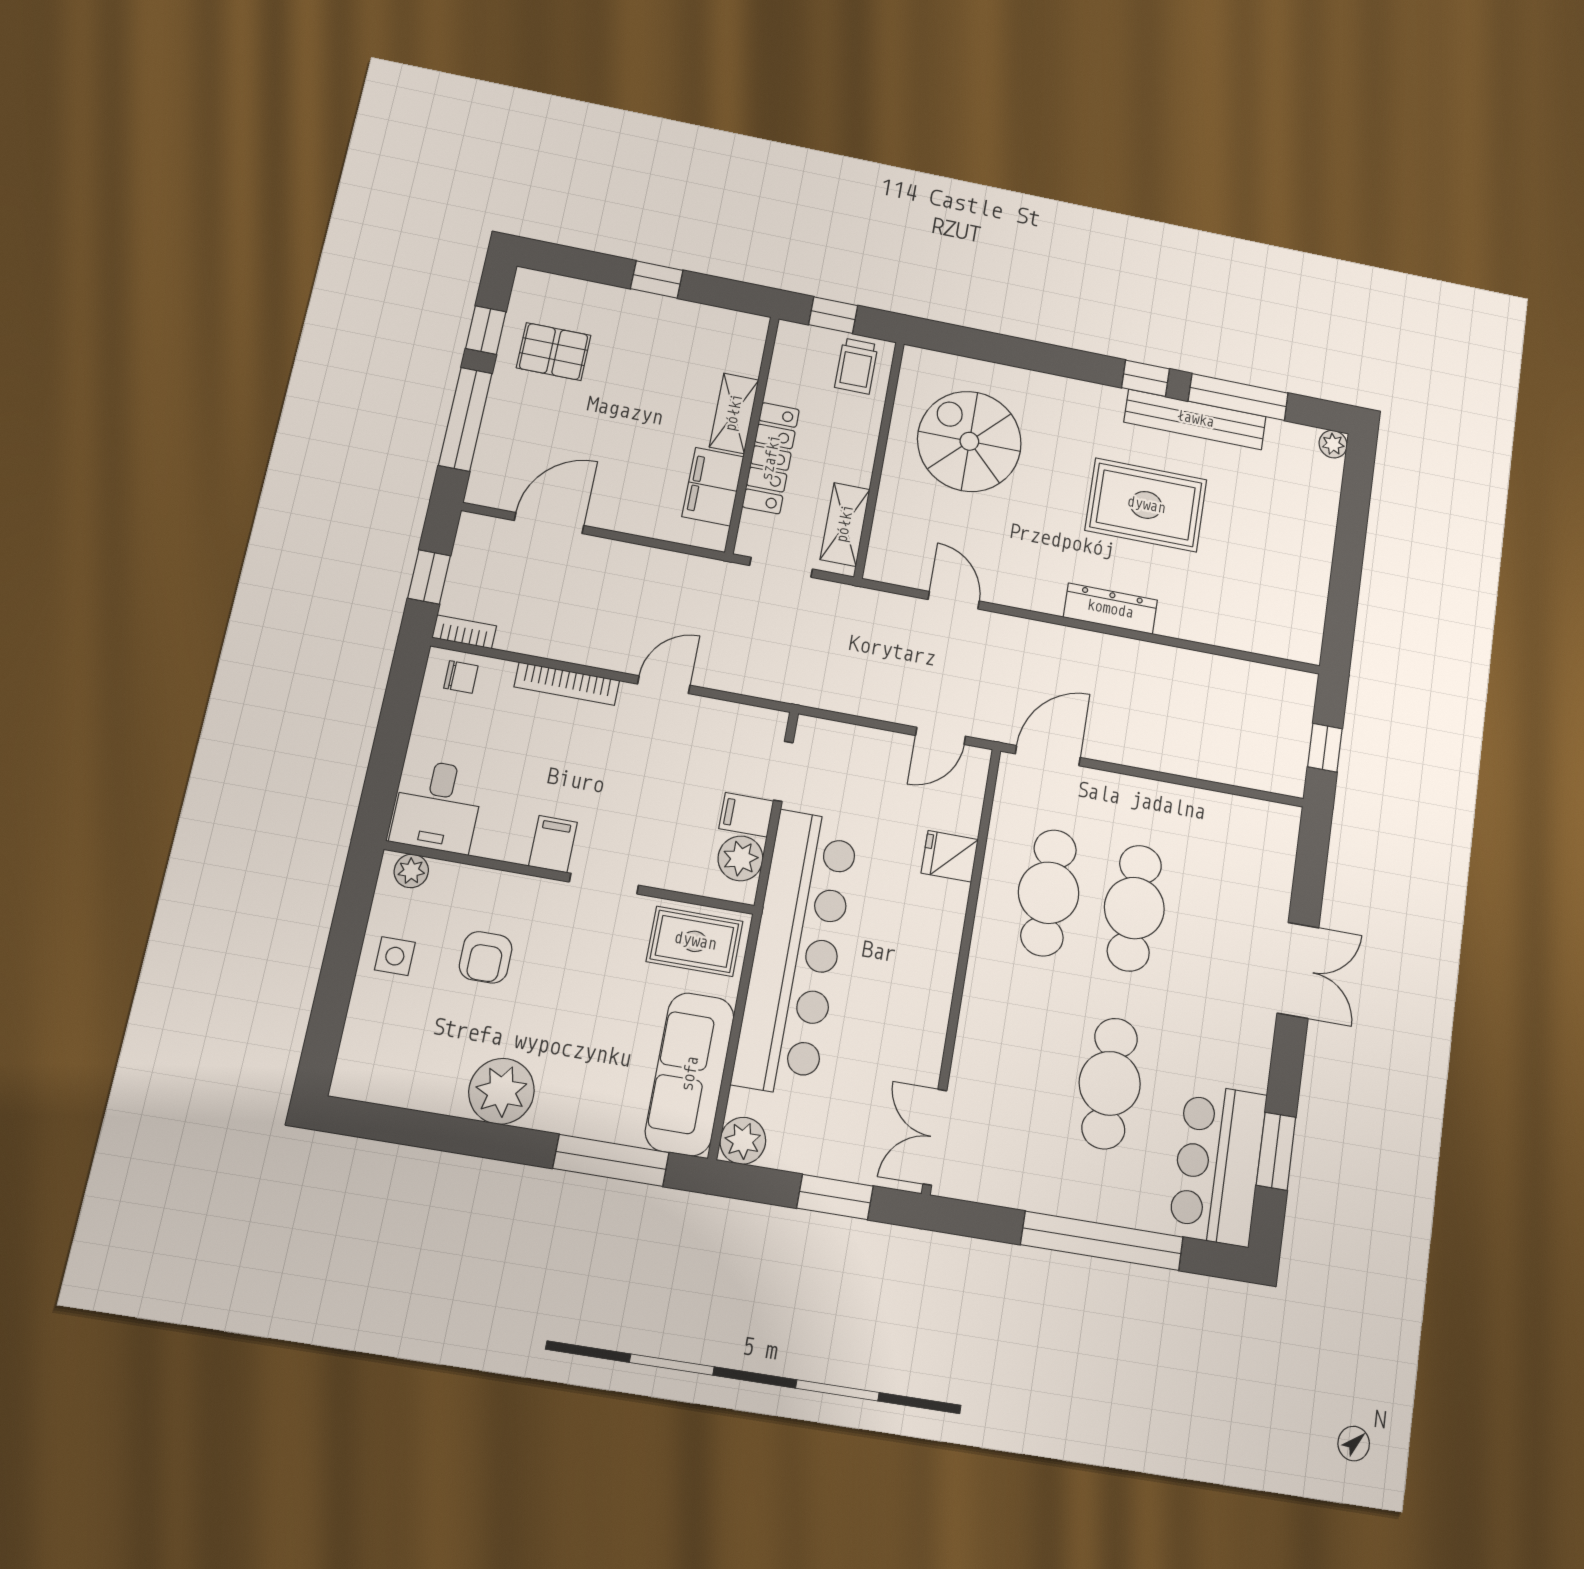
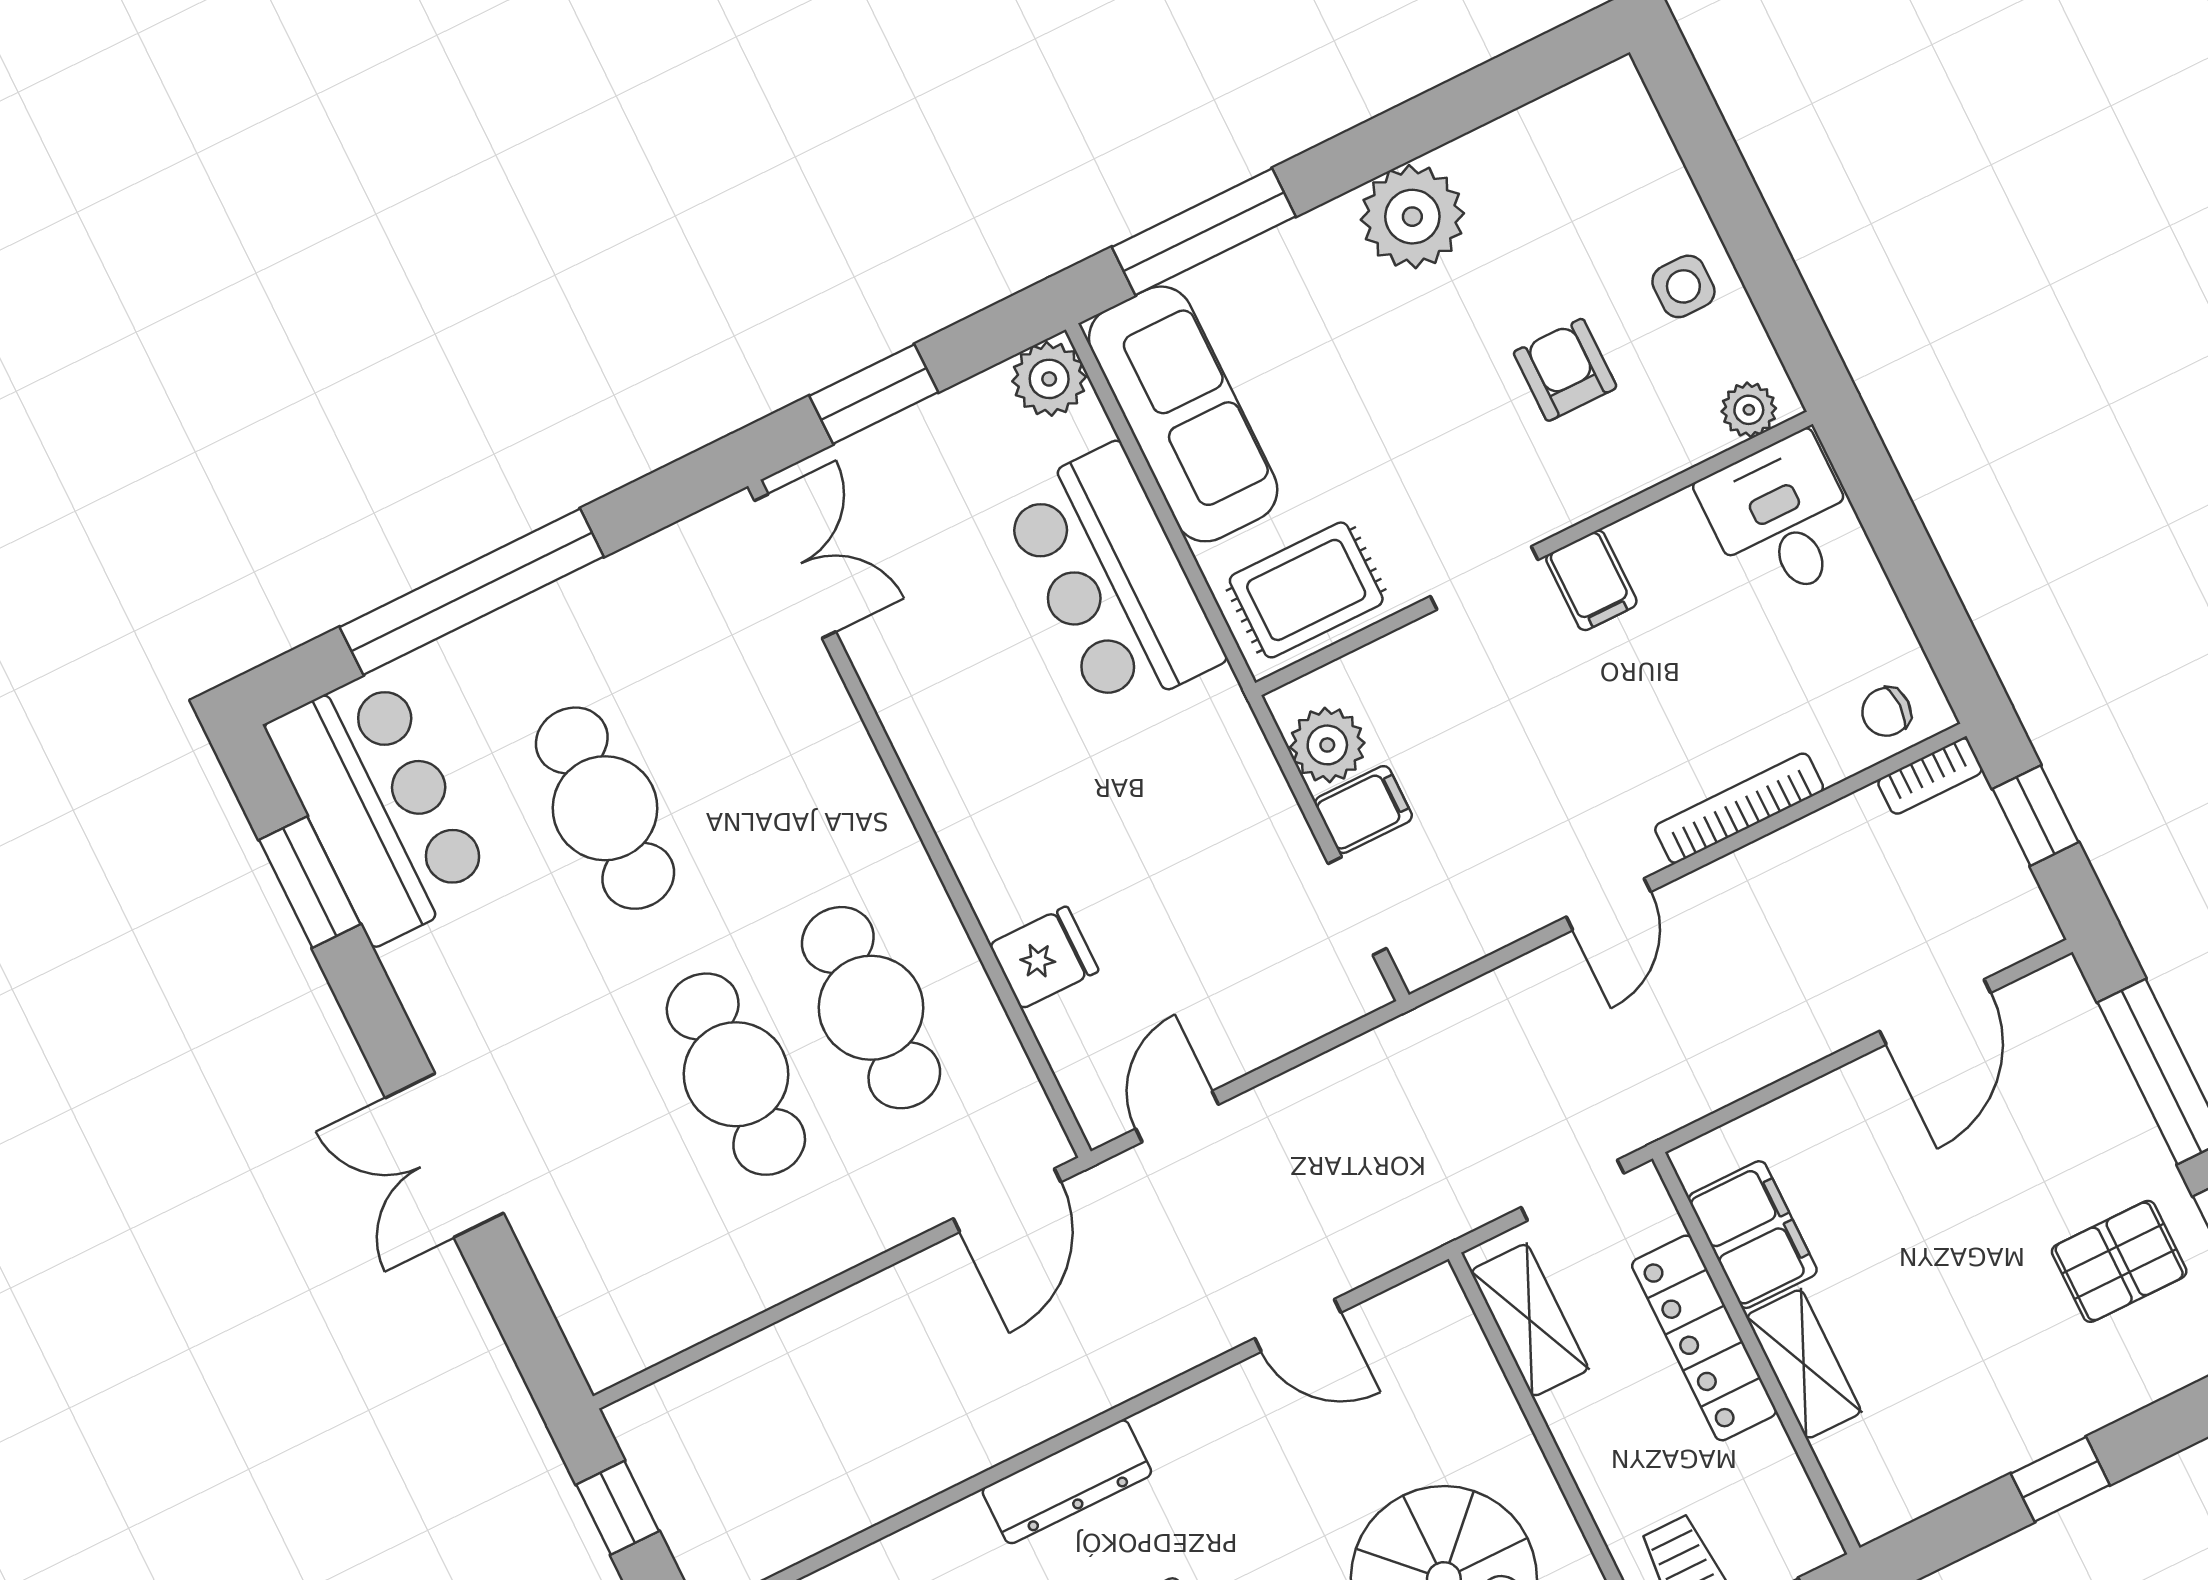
bar counter: (796, 952) -> (1112, 580), width x0.54

